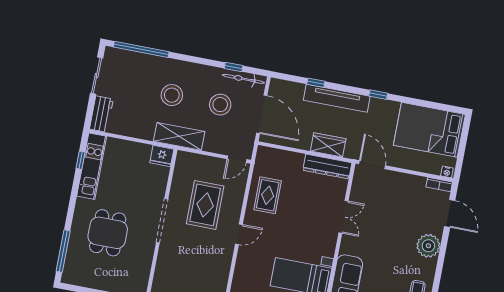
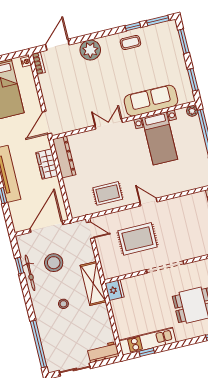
bicycle: (243, 79) -> (30, 273), moved
stool: (172, 95) -> (63, 304), width x0.53, depth x0.53
double door: (343, 217) -> (109, 124), moved

